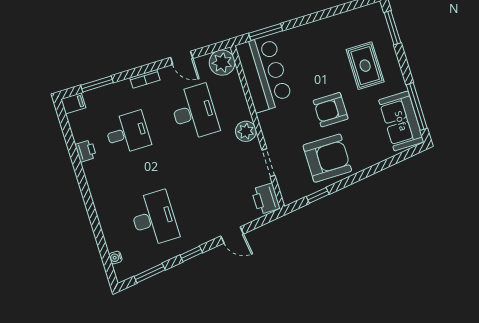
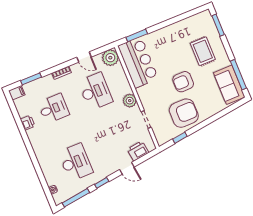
printer: (266, 199) -> (138, 151), moved, turned 82
window: (150, 273) -> (76, 198), width x1.44

